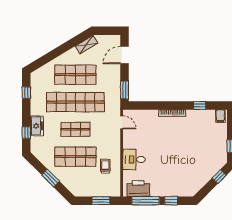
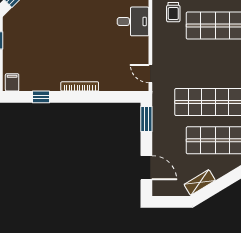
door: (124, 55) -> (146, 168), hinge flipped
shop shelf: (75, 129) -> (215, 64), removed

